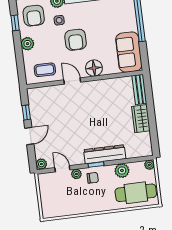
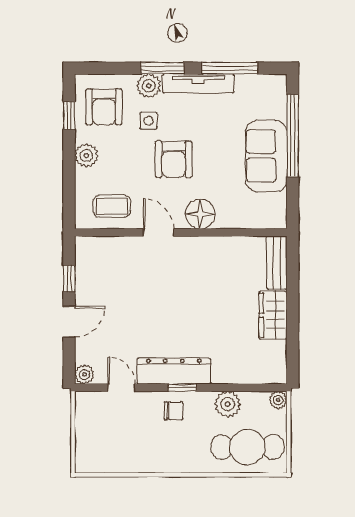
sofa: (129, 52) -> (266, 156), moved
dresser: (105, 154) -> (174, 371), moved
plant: (76, 174) -> (145, 400), removed

